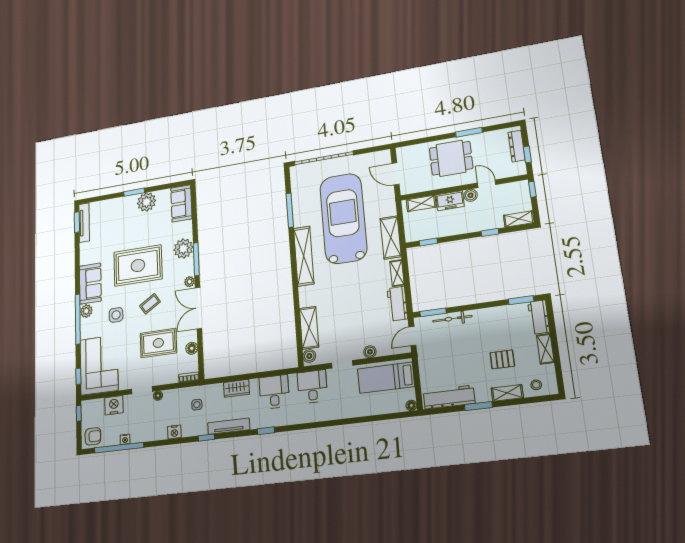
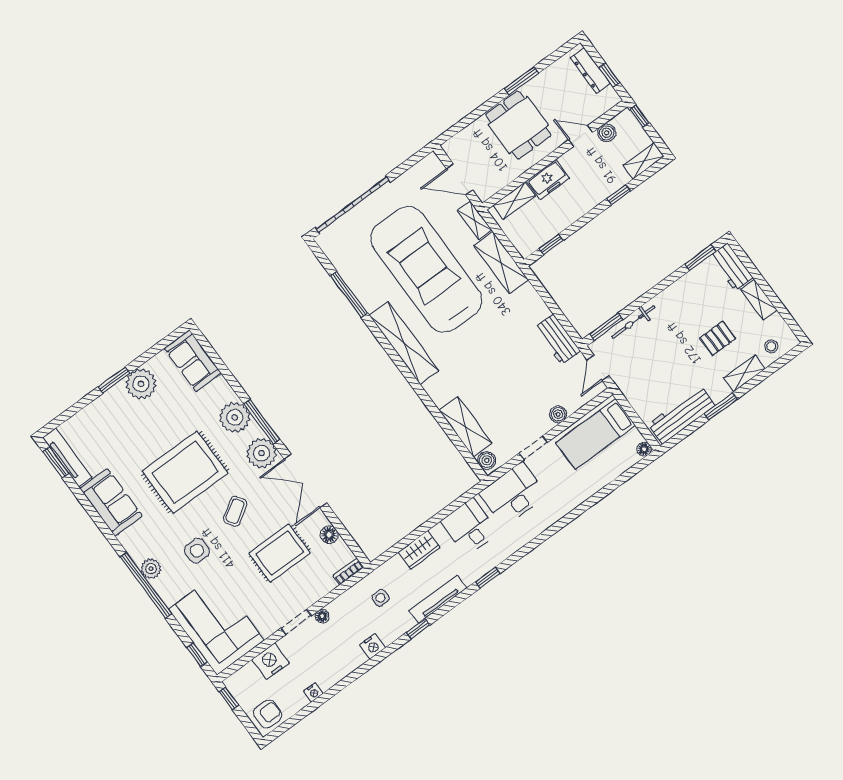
dining table: (451, 158) -> (518, 125), turned 90
boiler: (471, 195) -> (607, 133), moved
shelving: (397, 273) -> (475, 220), moved
plant: (190, 282) -> (262, 453), width x1.88, depth x1.88
sofa: (90, 284) -> (111, 502), moved
desk: (312, 387) -> (513, 494), width x1.37
window: (119, 448) -> (312, 707), removed

